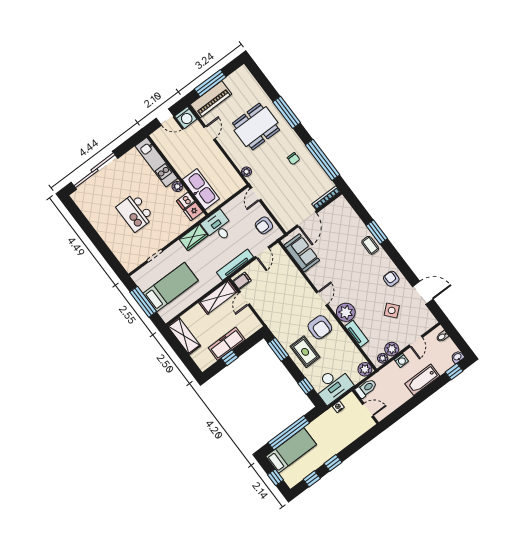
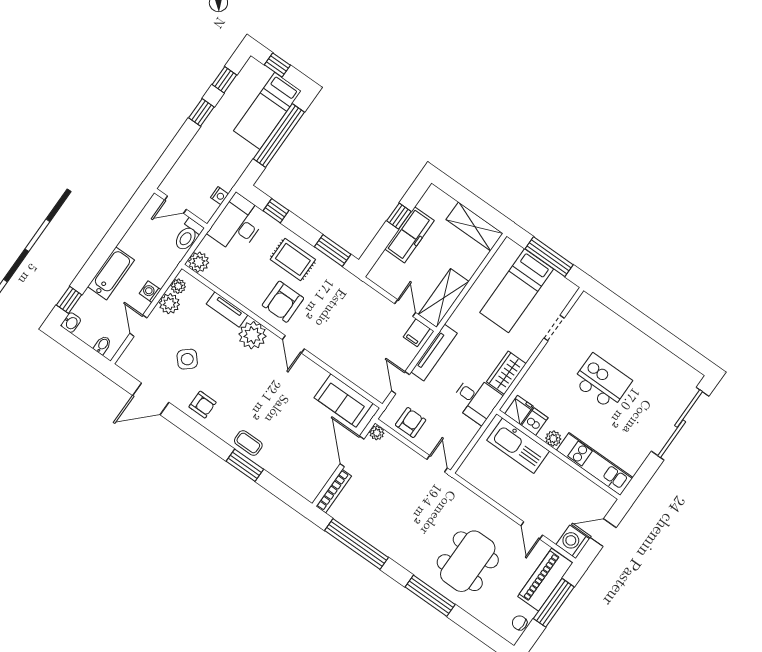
chair: (293, 159) -> (520, 623), moved
plant: (246, 172) -> (377, 433), moved
armchair: (320, 327) -> (283, 302), turned -90

